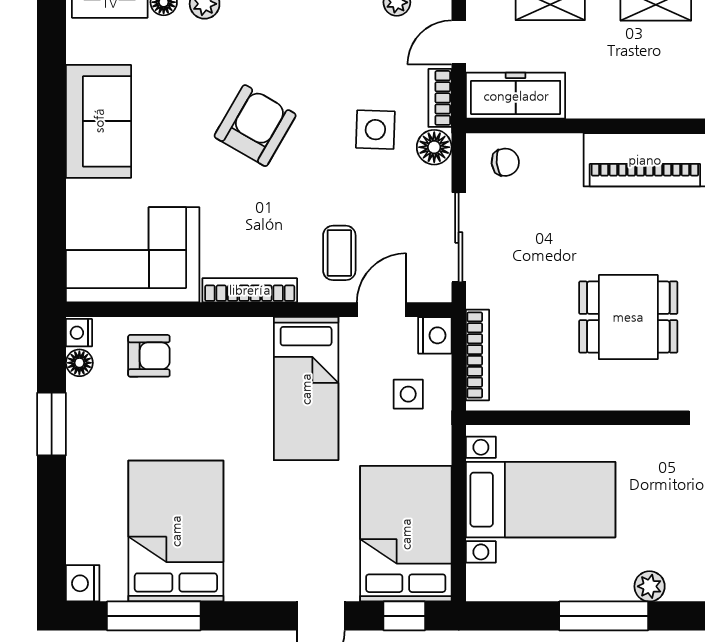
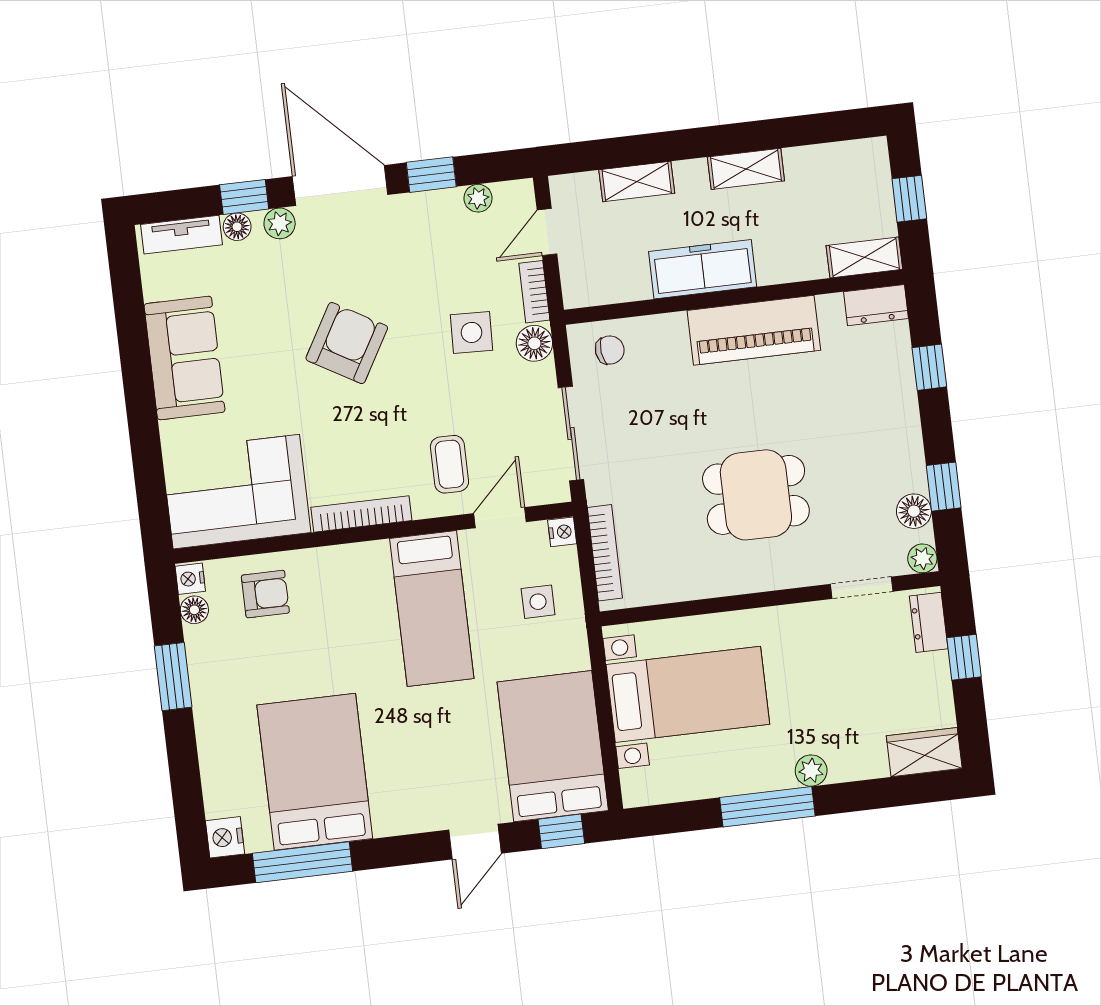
freezer: (516, 96) -> (703, 269), moved
nightstand: (435, 335) -> (562, 532), width x0.72, depth x0.74

